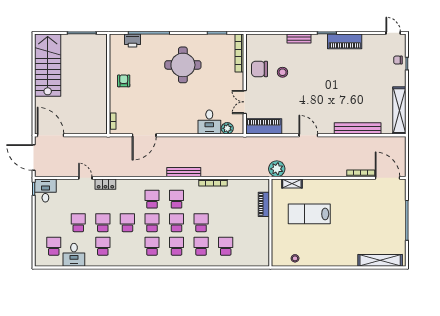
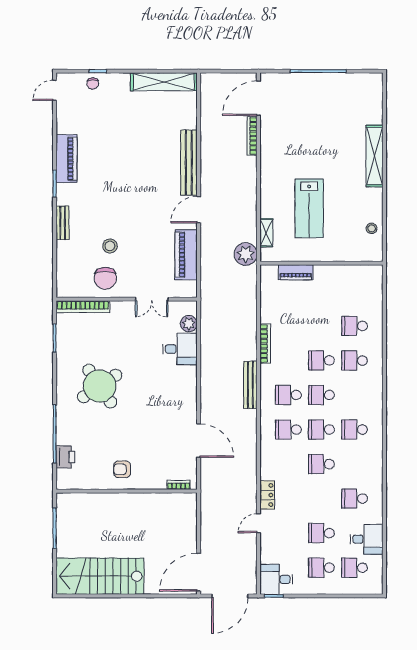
round table: (183, 65) -> (100, 386), turned -34
piano: (264, 126) -> (186, 255), moved
bench: (358, 128) -> (189, 163), moved
school desk: (103, 223) -> (321, 568), moved
school desk: (177, 246) -> (355, 395), removed
shelving: (380, 260) -> (375, 156), moved

